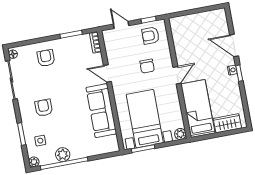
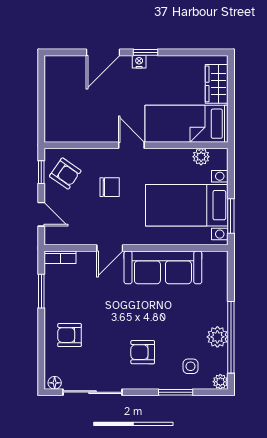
door: (121, 25) -> (41, 214), swing flipped
armchair: (151, 36) -> (65, 173), turned -55
plant: (180, 134) -> (201, 157), moved

